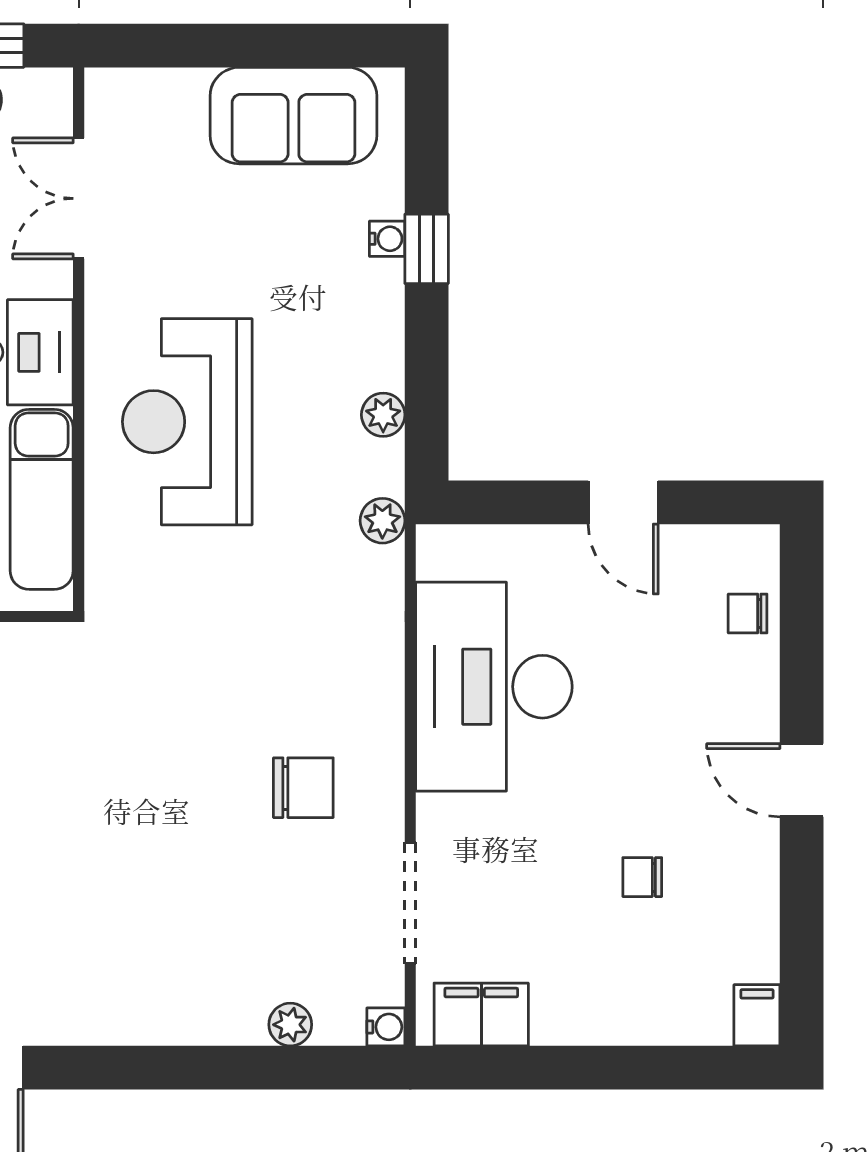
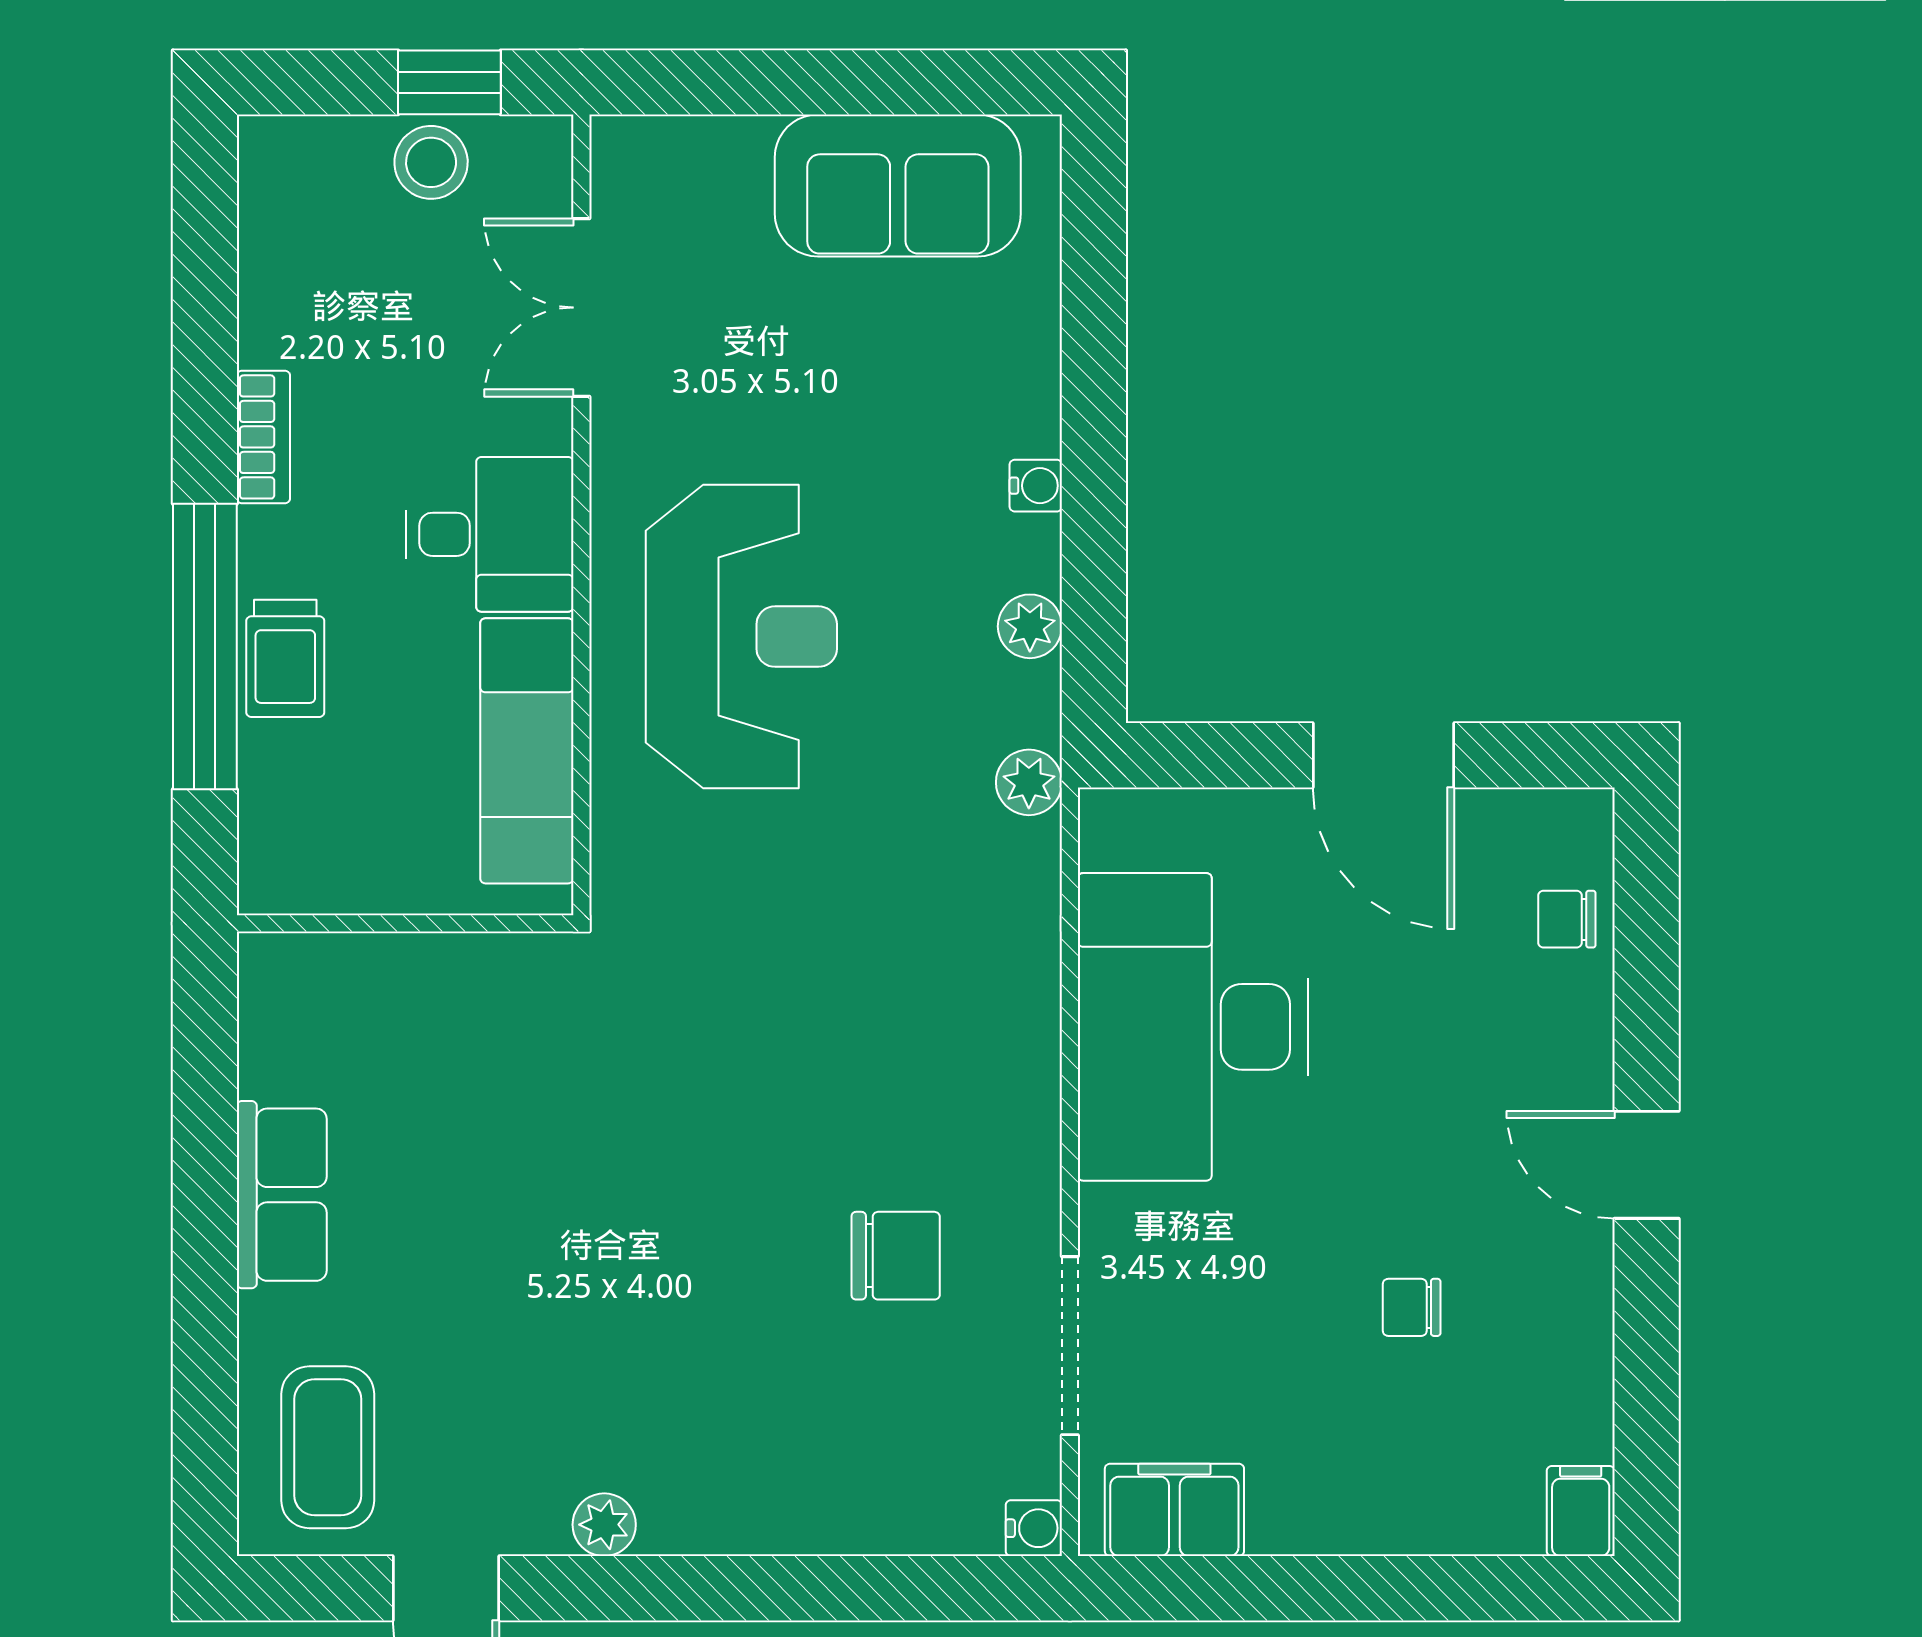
water cooler: (387, 239) -> (1036, 486), moved
window: (427, 249) -> (1094, 382), removed
reception desk: (187, 422) -> (741, 637), turned 180
door: (623, 502) -> (1384, 755), width x1.38
chair: (303, 788) -> (896, 1256), moved
plant: (290, 1025) -> (604, 1525), moved

